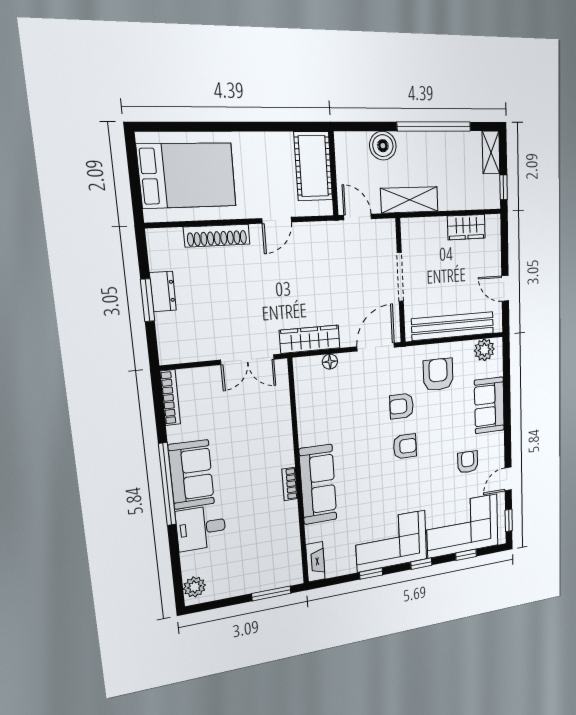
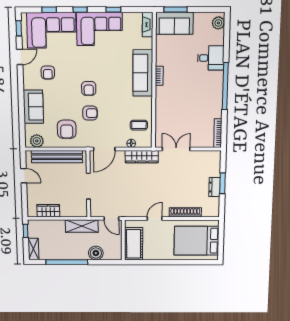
coffee table: (319, 395) -> (139, 125), added
armchair: (405, 446) -> (89, 88), turned -90
sofa: (191, 474) -> (174, 23), moved, turned -90

